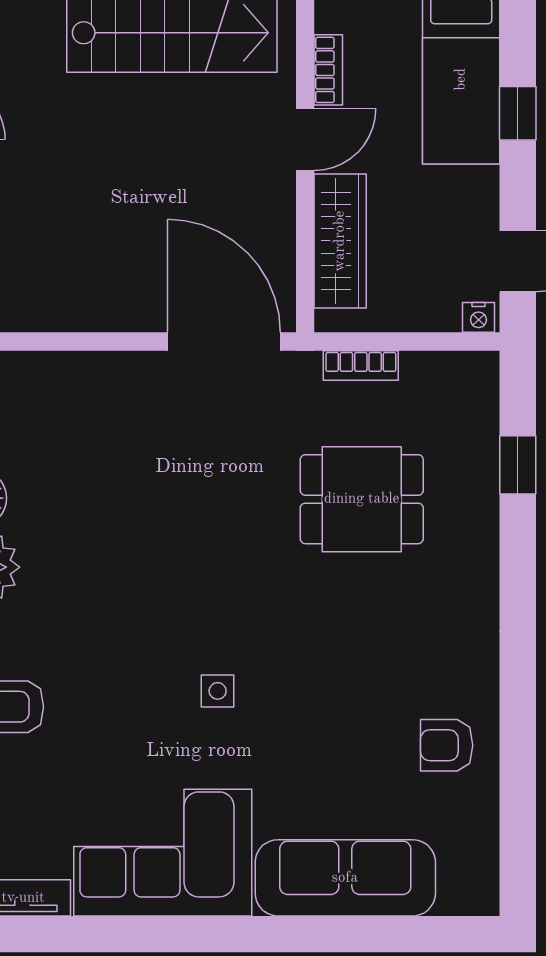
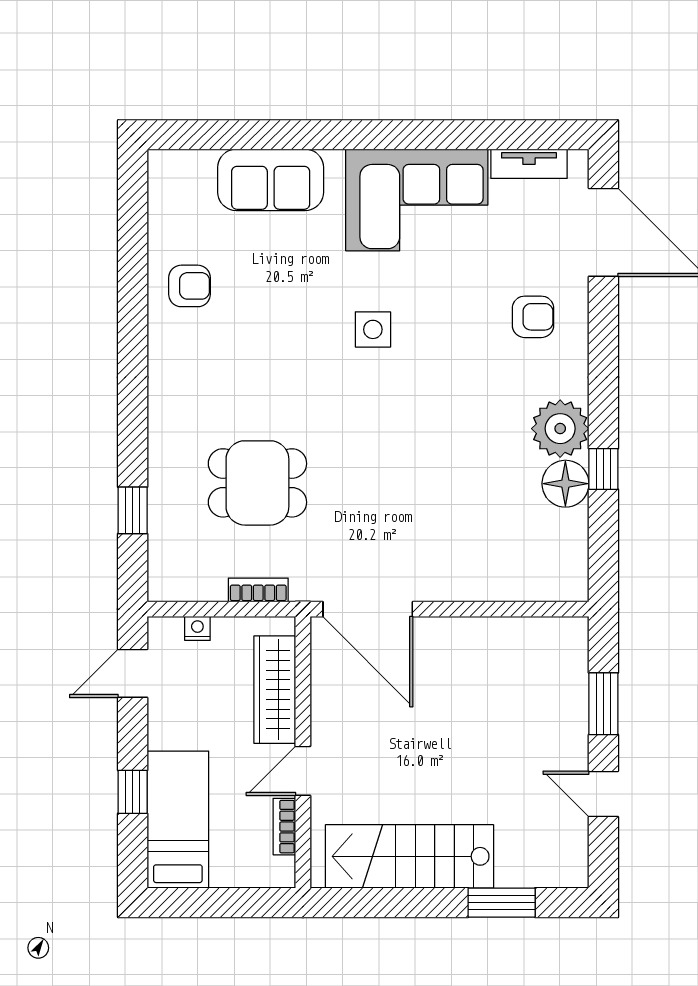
nightstand: (479, 317) -> (197, 628), moved
side table: (218, 691) -> (373, 329), width x1.37, depth x1.37
sofa: (345, 878) -> (271, 180), width x0.73

